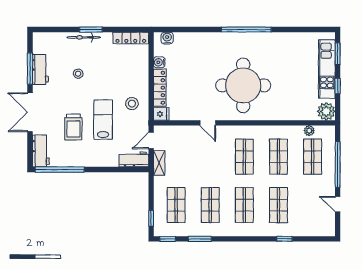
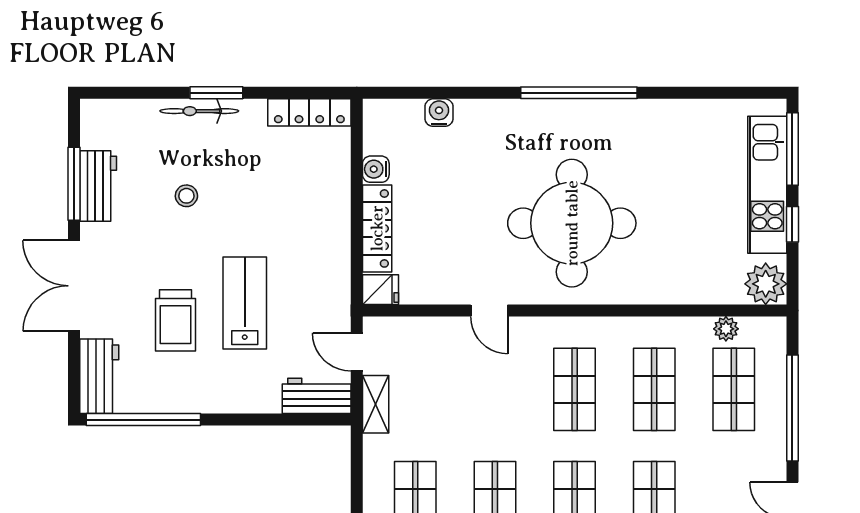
water cooler: (167, 38) -> (439, 113), moved
window: (338, 54) -> (792, 149), width x1.44
stool: (132, 104) -> (312, 266), removed
door: (151, 141) -> (357, 352), hinge flipped

